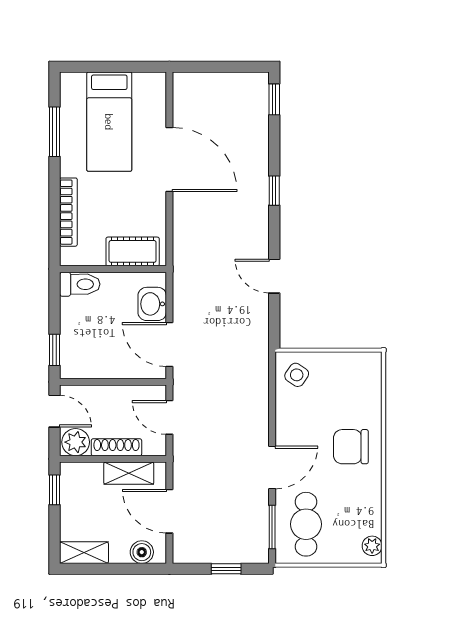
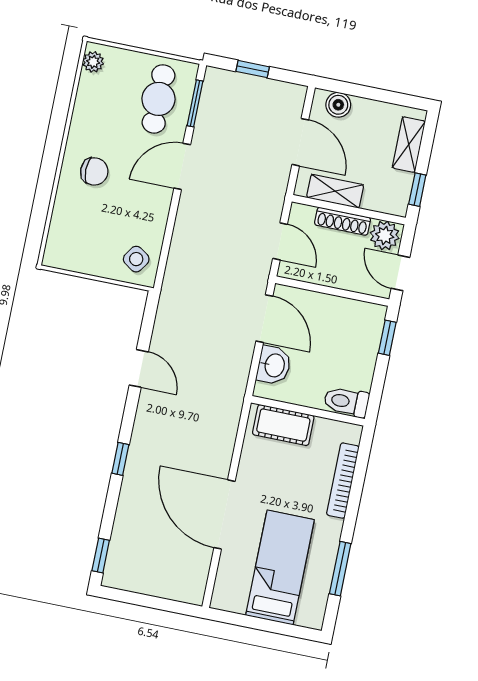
chair: (351, 447) -> (94, 171), width x0.73, depth x0.73
shelving: (84, 553) -> (409, 145), moved, turned 90

